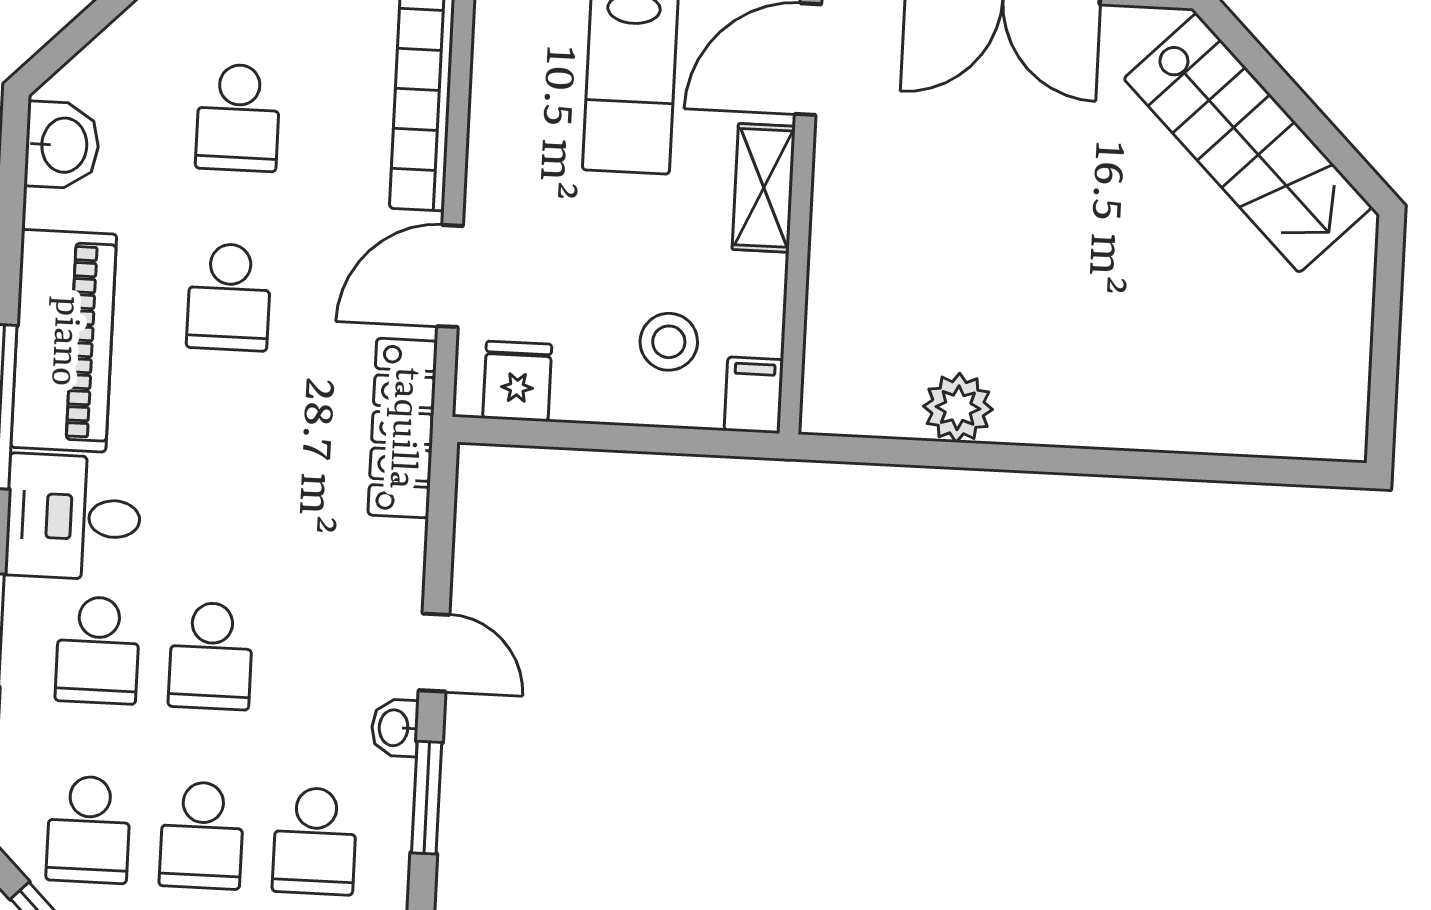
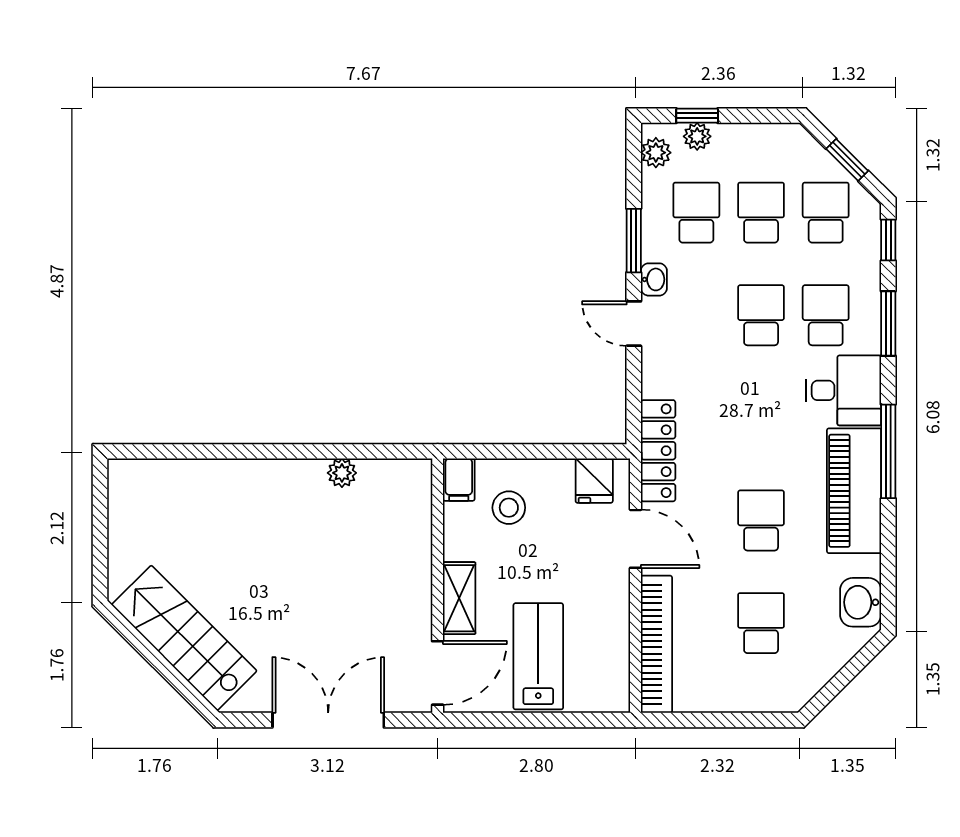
door: (450, 276) -> (636, 539), hinge flipped
plant: (958, 408) -> (342, 473), width x0.73, depth x0.73

